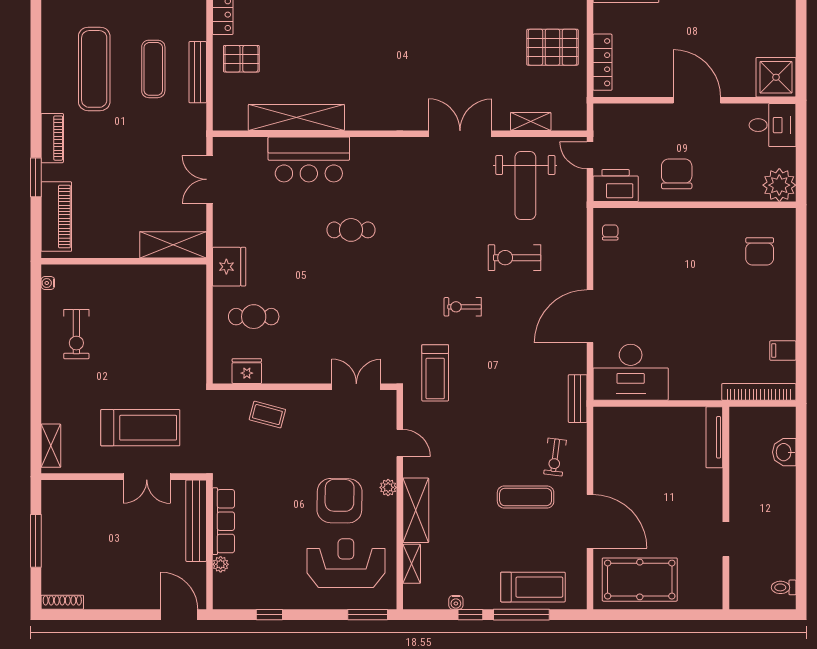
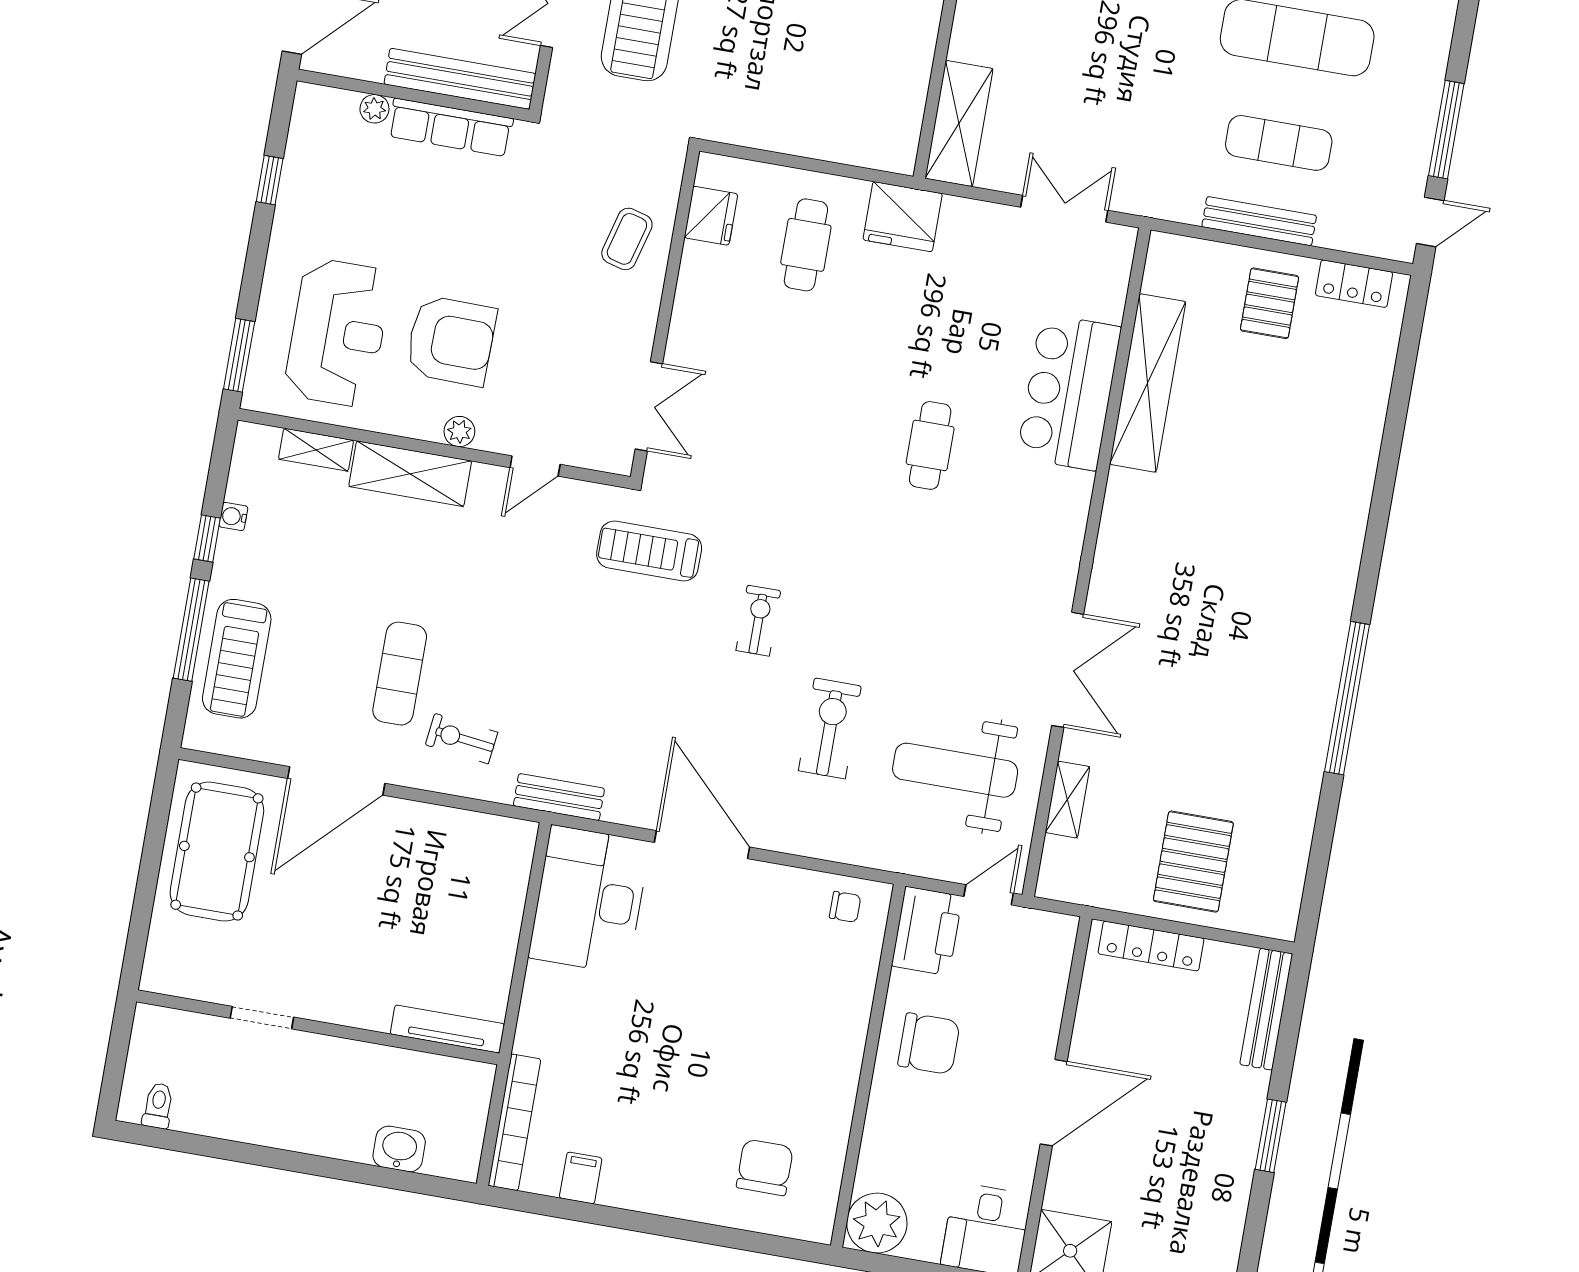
chair: (760, 251) -> (765, 1167), turned 90

